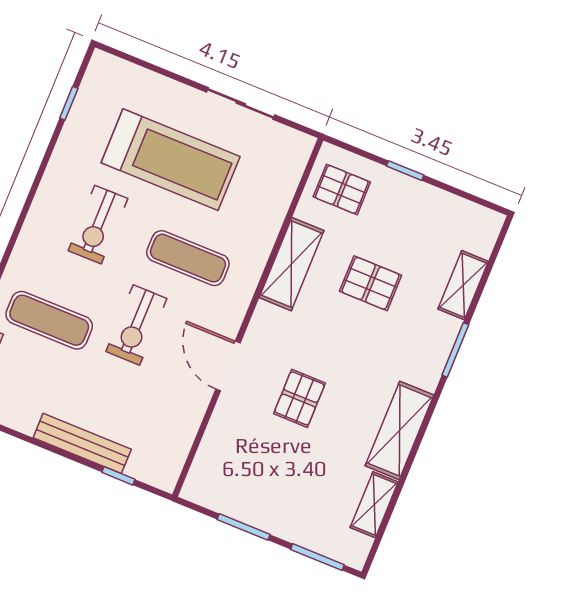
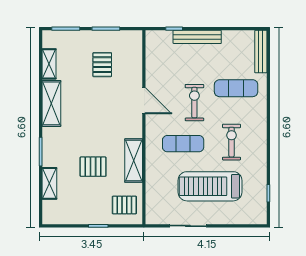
pallet: (299, 398) -> (102, 65), moved

